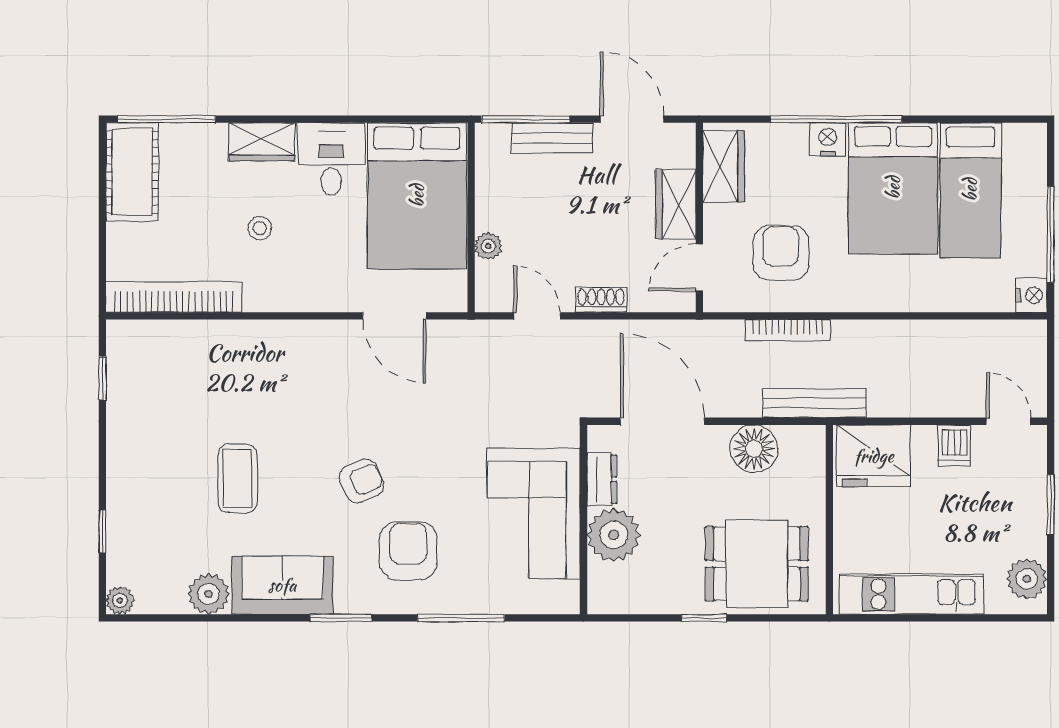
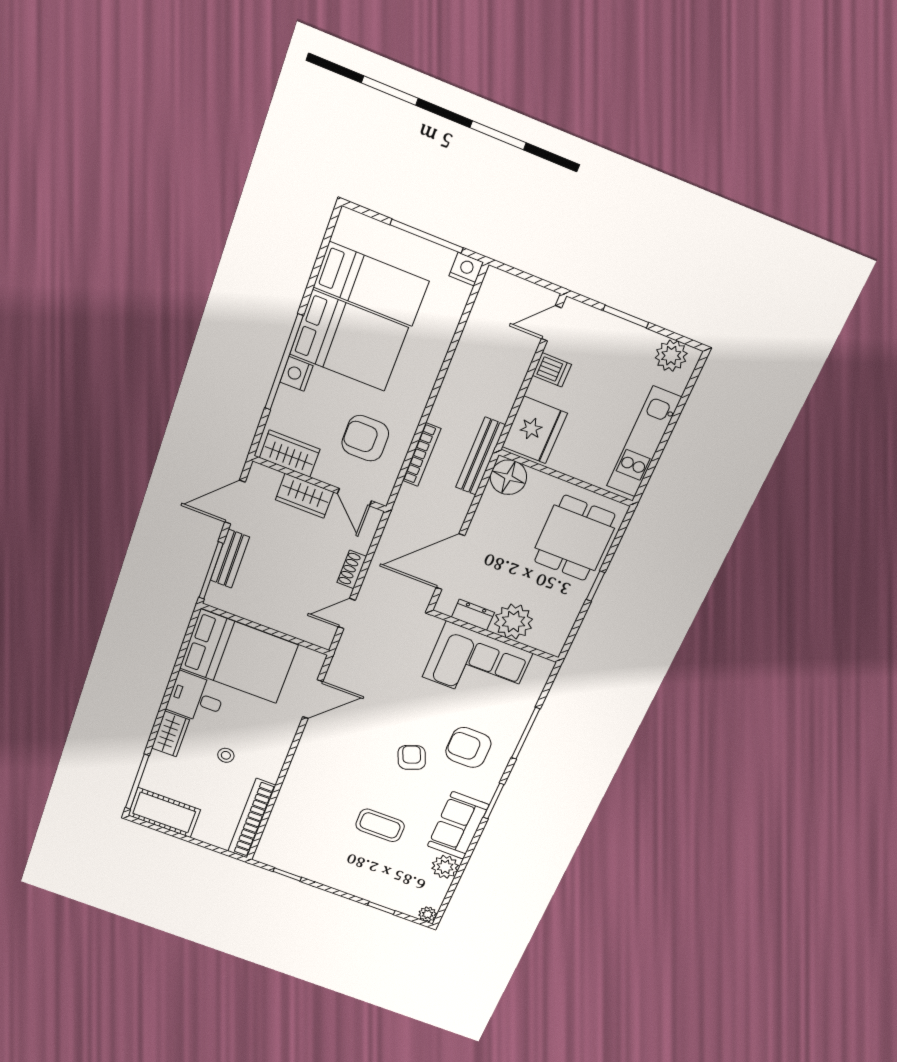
plant: (488, 246) -> (288, 626), removed
floor lamp: (754, 449) -> (508, 477), moved

